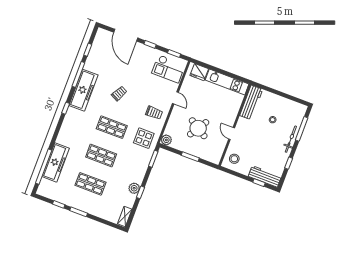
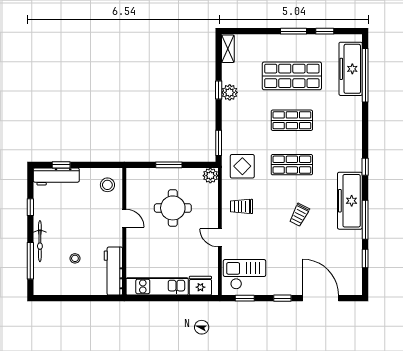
round table: (198, 128) -> (173, 208), turned -32
freezer: (56, 162) -> (351, 69), moved
shop shelf: (90, 184) -> (292, 76), width x1.43, depth x1.36

